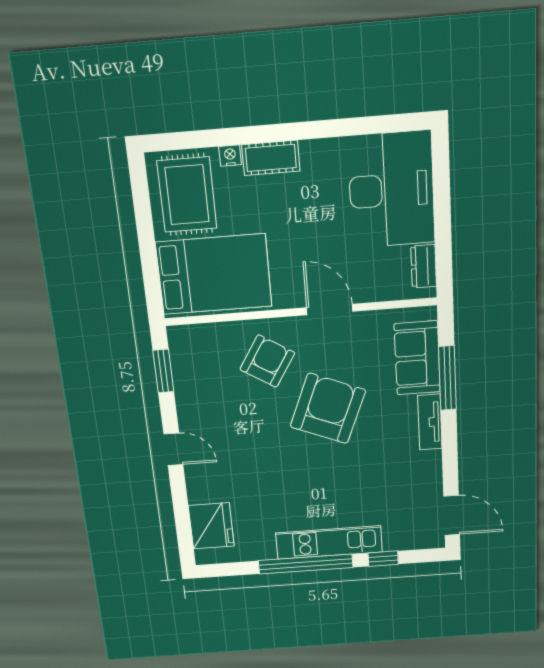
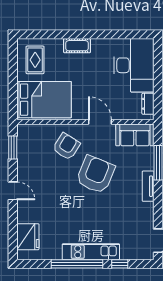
nightstand: (230, 156) -> (58, 43), removed
rug: (187, 195) -> (35, 60), width x0.73, depth x0.70
sofa: (417, 358) -> (135, 135), moved, turned -90

